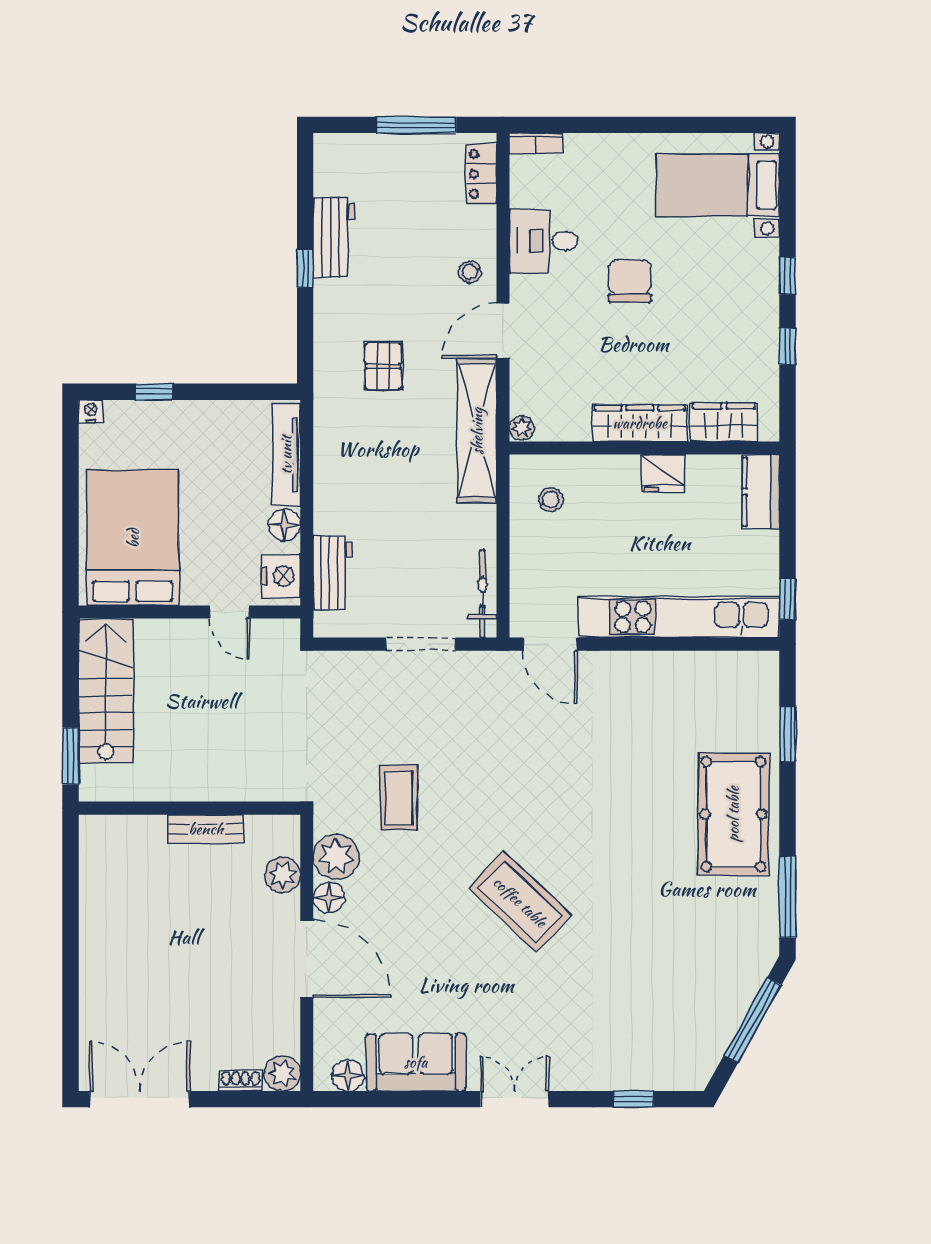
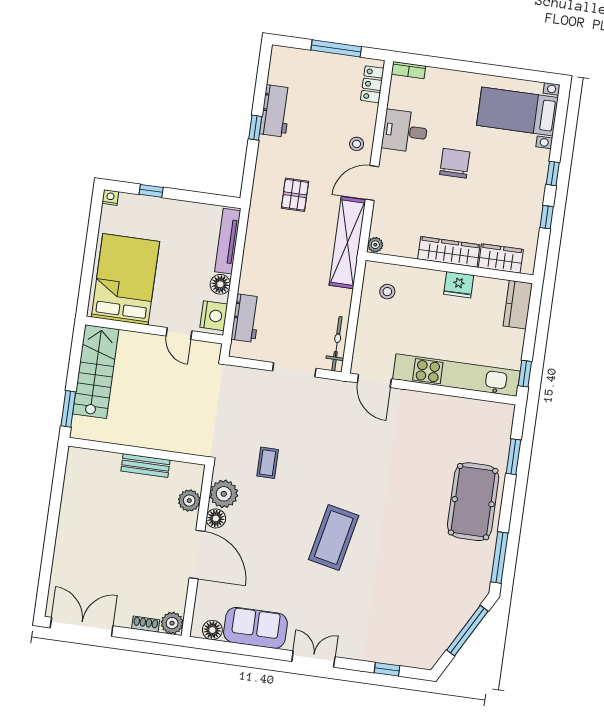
coffee table: (399, 798) -> (268, 463), width x0.73, depth x0.77
coffee table: (520, 902) -> (334, 537), turned 59

